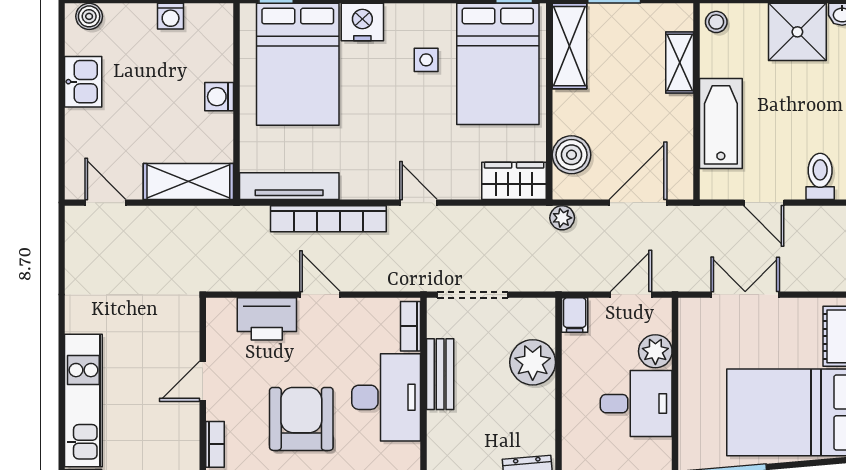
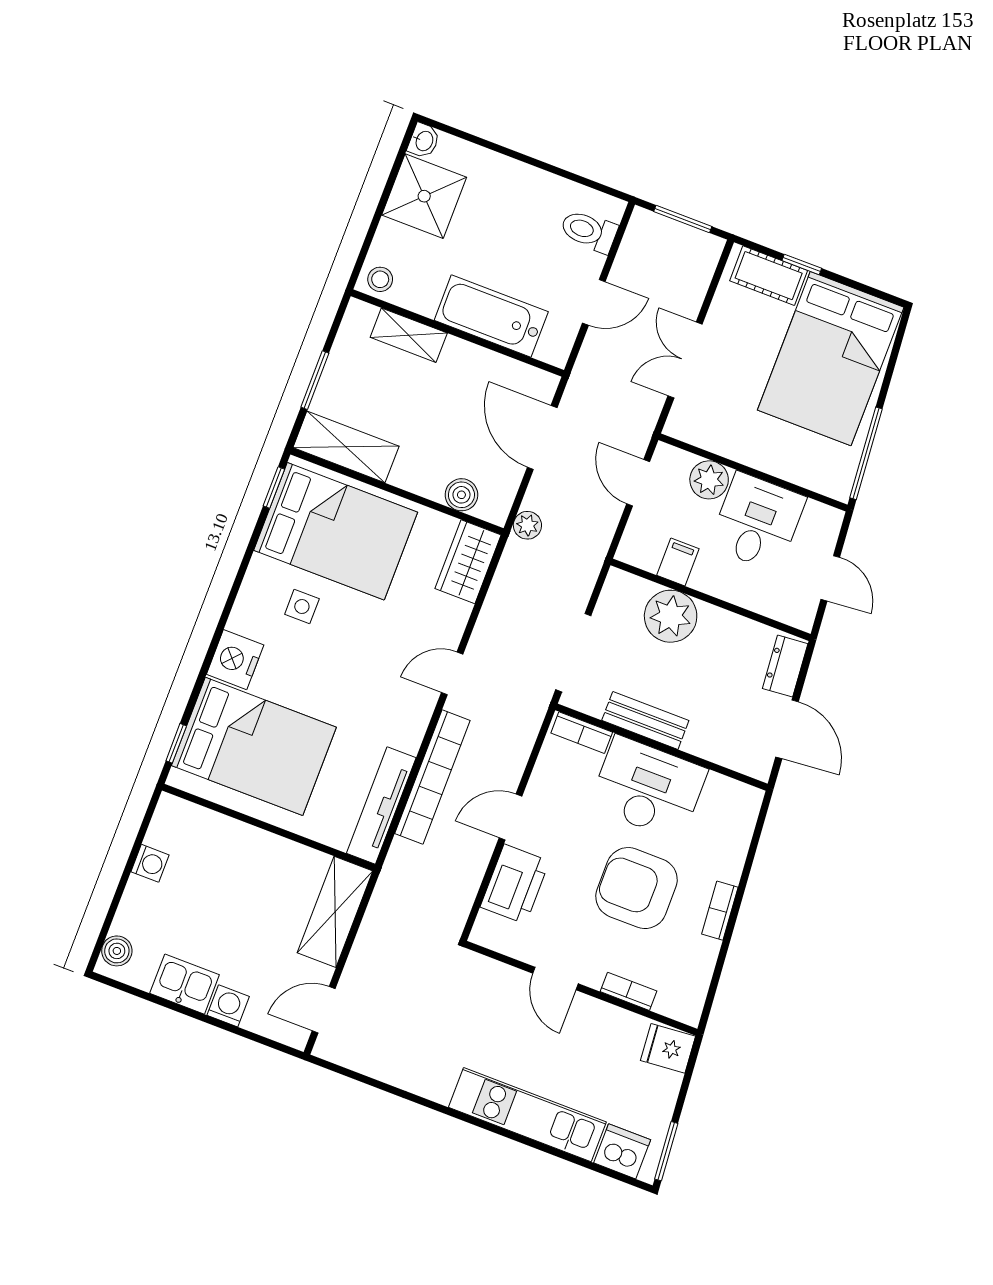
washing machine: (219, 97) -> (228, 1006), moved, turned 180
boiler: (572, 155) -> (461, 495), width x0.73, depth x0.73
filing cabinet: (575, 315) -> (678, 562), moved, turned -90

